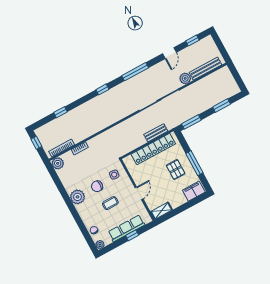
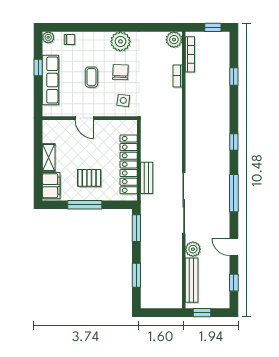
window: (223, 51) -> (202, 313), added
shelving: (161, 211) -> (49, 157), moved
window: (132, 235) -> (38, 68), moved

